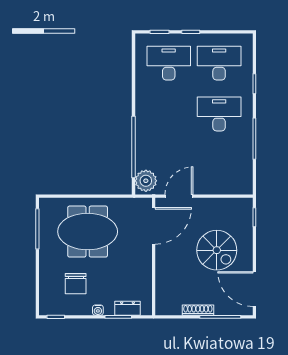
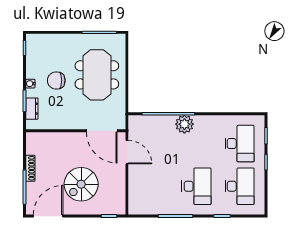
plant: (146, 181) -> (184, 124), moved
chair: (76, 284) -> (56, 80), moved

